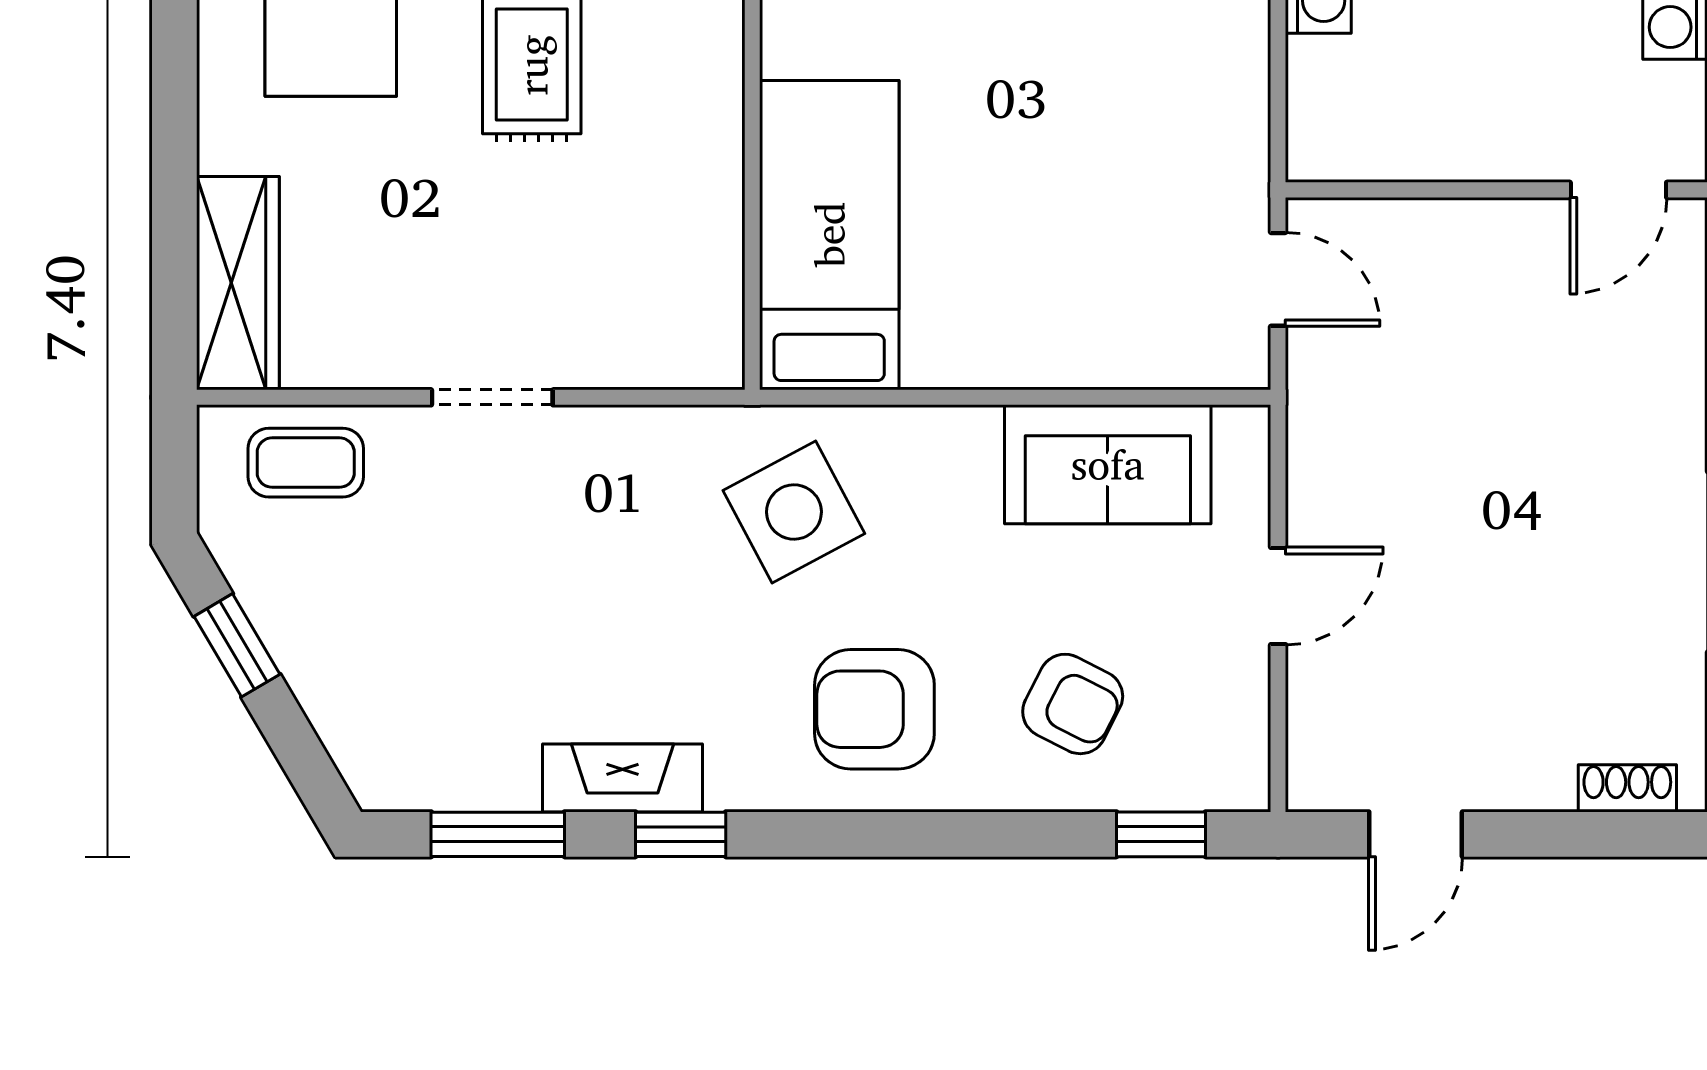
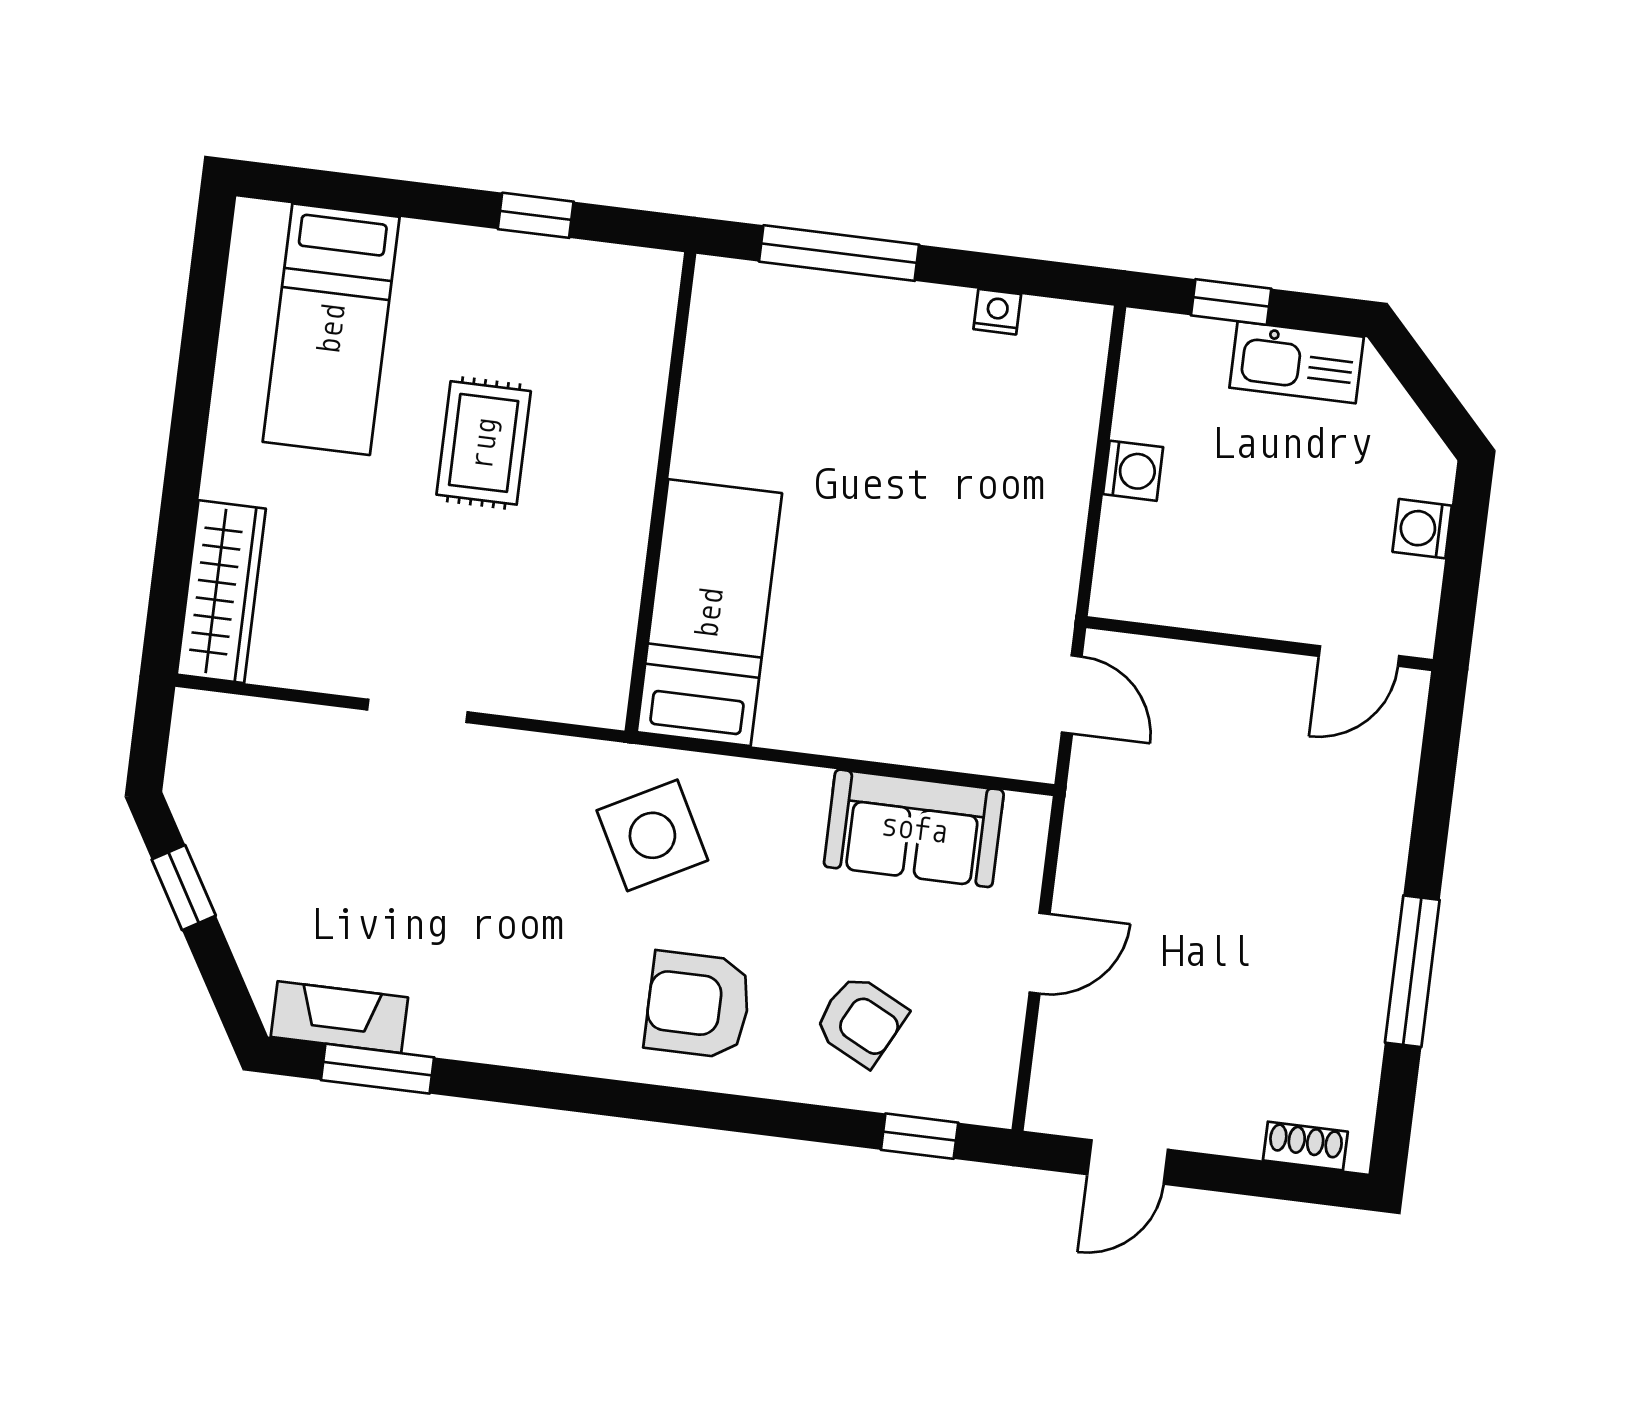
coffee table: (306, 463) -> (258, 745), removed
fireplace: (622, 778) -> (339, 1017), moved
window: (681, 834) -> (527, 1087), removed

